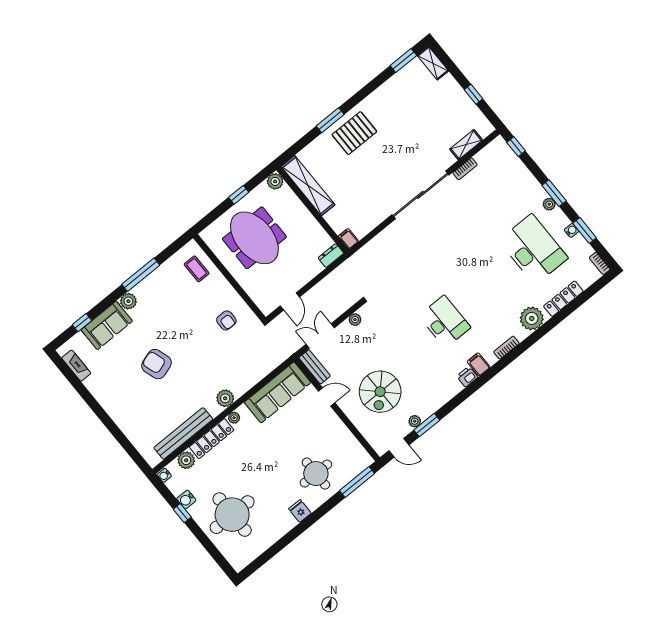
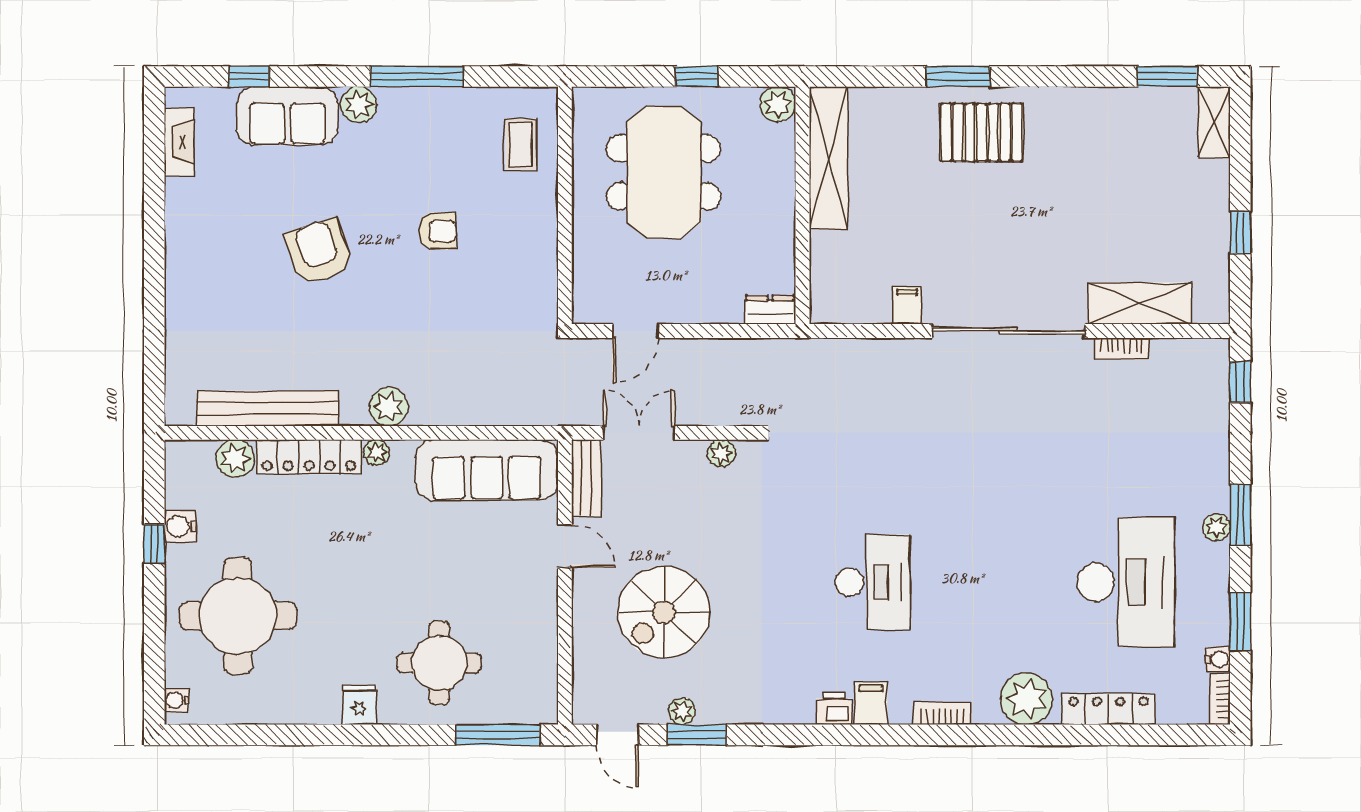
shelving: (466, 145) -> (1140, 303), width x1.50, depth x1.33
water cooler: (571, 230) -> (1218, 659), moved
filing cabinet: (348, 239) -> (907, 305), moved
armchair: (226, 320) -> (437, 231), moved, turned -90
water cooler: (164, 475) -> (176, 700), moved

